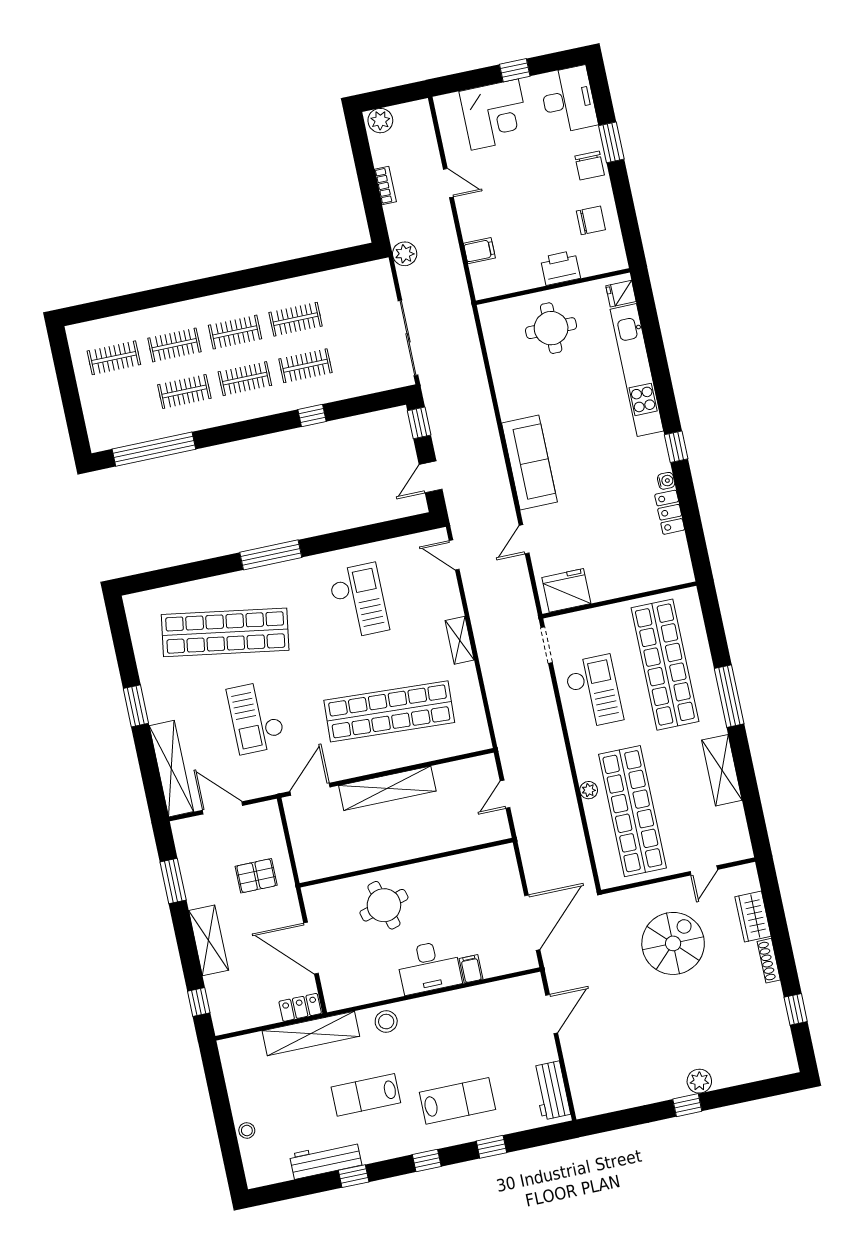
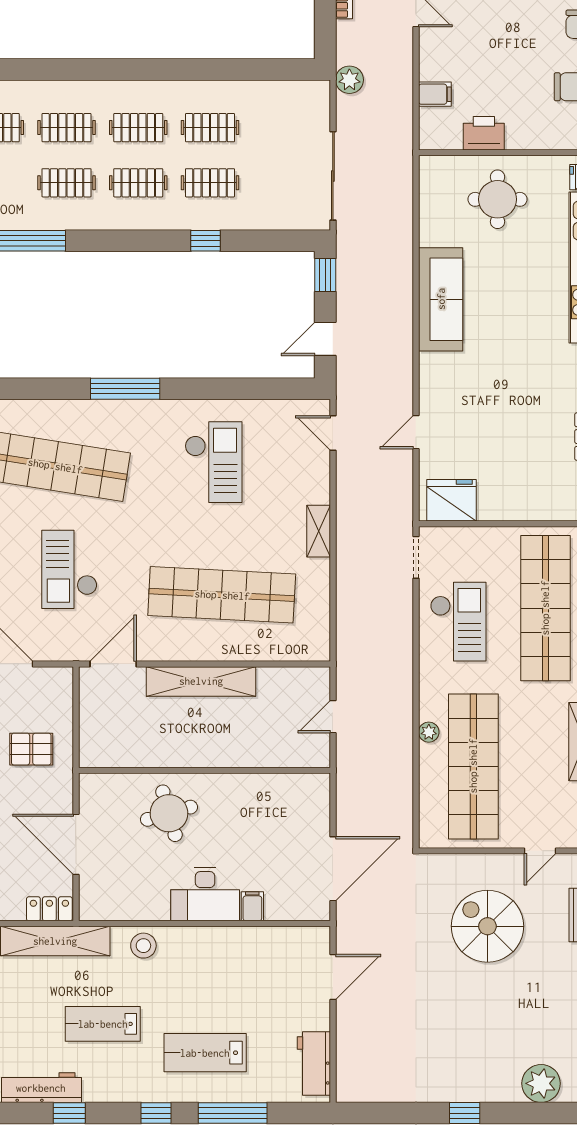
printer: (560, 268) -> (484, 133), moved
sofa: (529, 462) -> (441, 299), moved
spiral stairs: (673, 943) -> (487, 926), turned -90
plant: (699, 1081) -> (541, 1083), moved, width x1.36, depth x1.36
lab bench: (457, 1101) -> (205, 1053), turned 180
window: (491, 1147) -> (233, 1113), width x2.17

